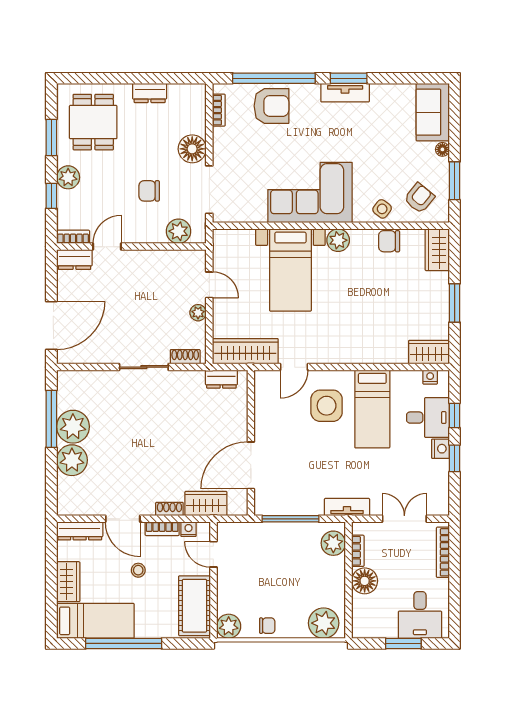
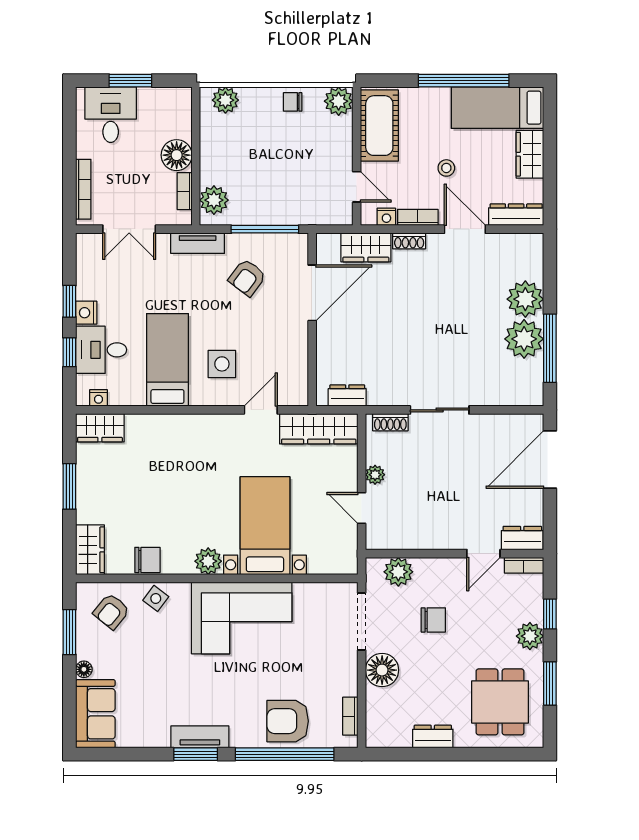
side table: (327, 406) -> (222, 364), width x0.73, depth x0.73
armchair: (305, 478) -> (247, 278), added
plant: (324, 623) -> (225, 100), width x0.73, depth x0.73

